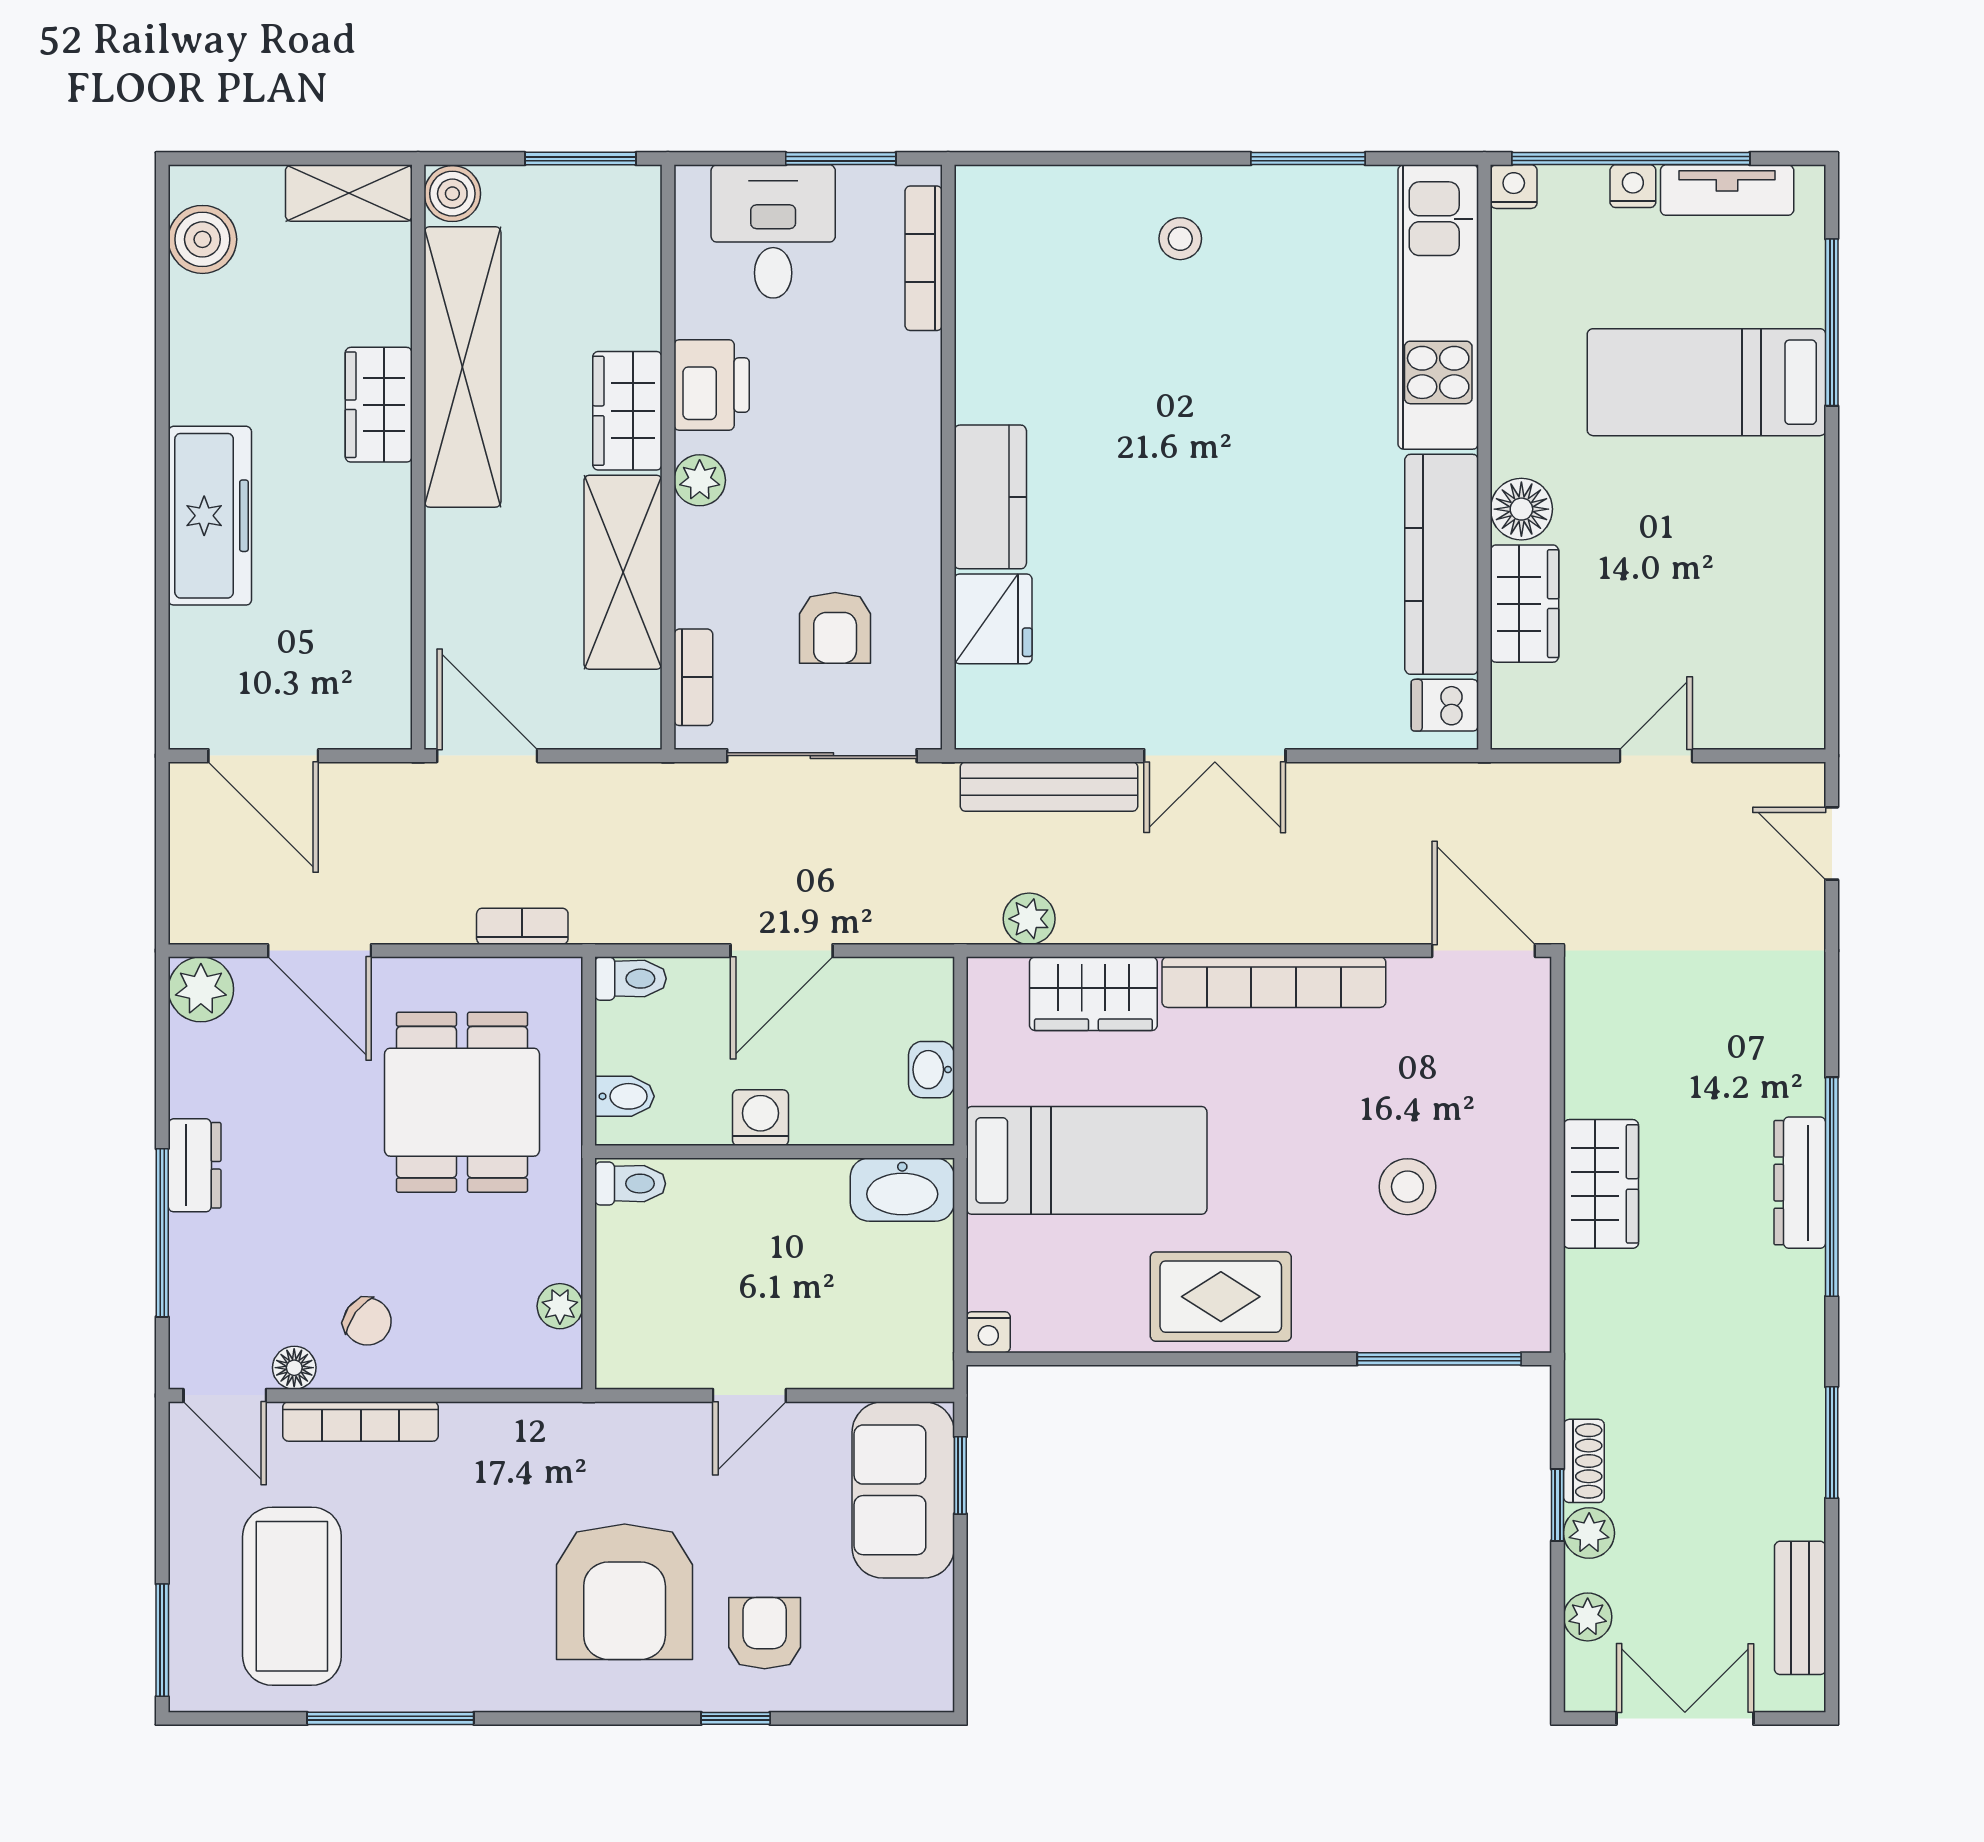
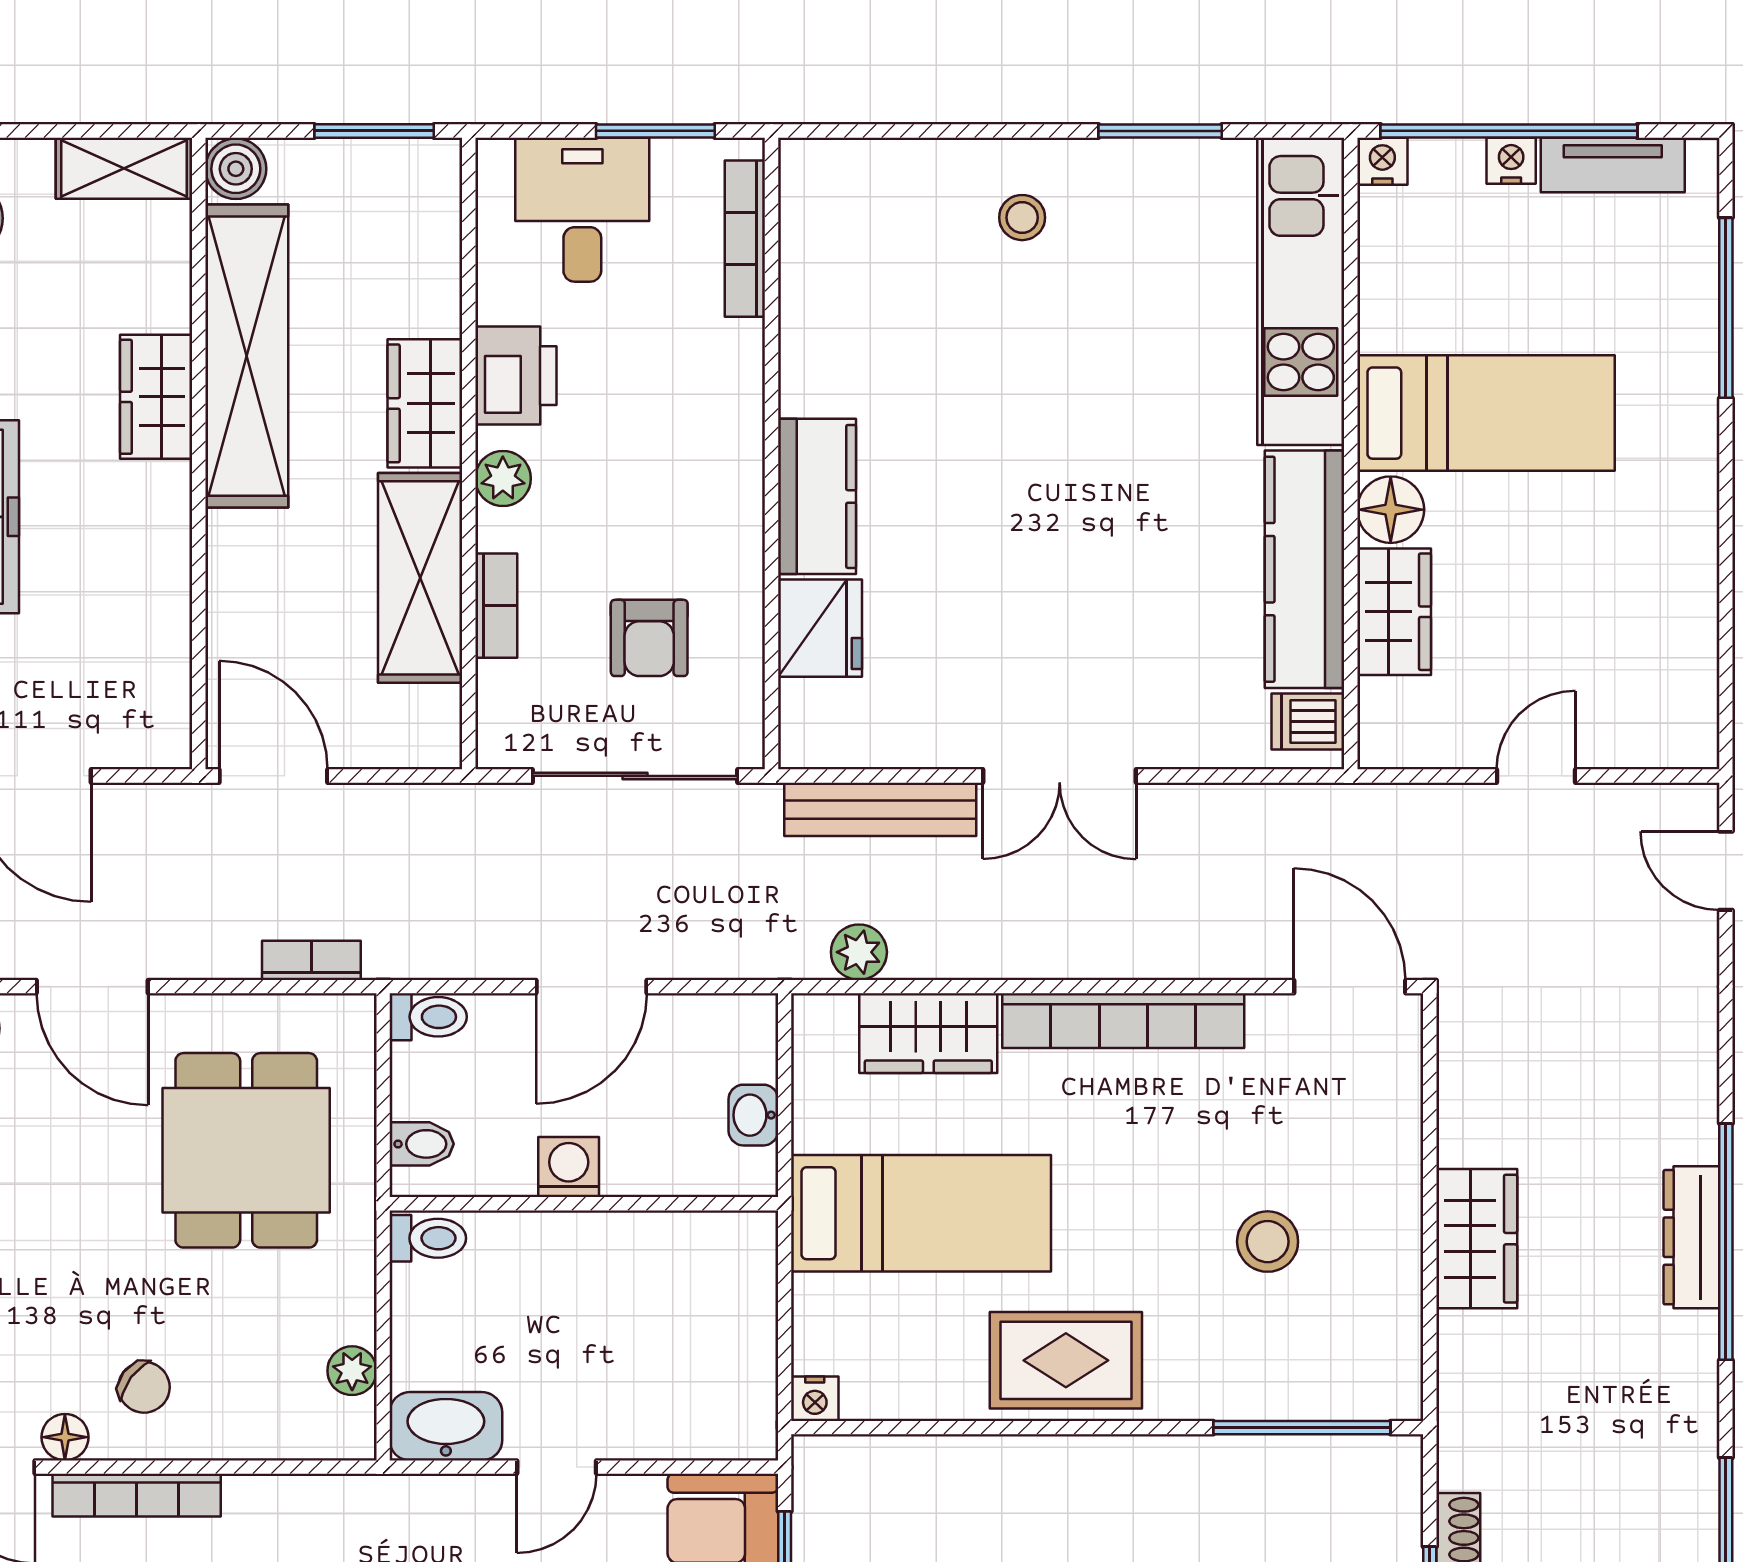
bed: (1706, 382) -> (1486, 413), moved, turned 180
bookcase: (693, 677) -> (496, 606), moved
washbasin: (902, 1190) -> (446, 1426), moved, turned 180

